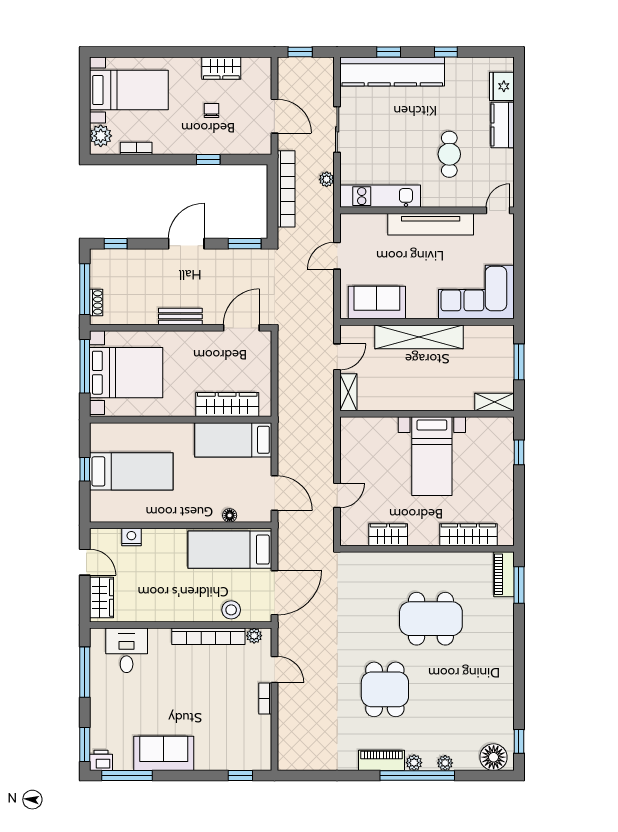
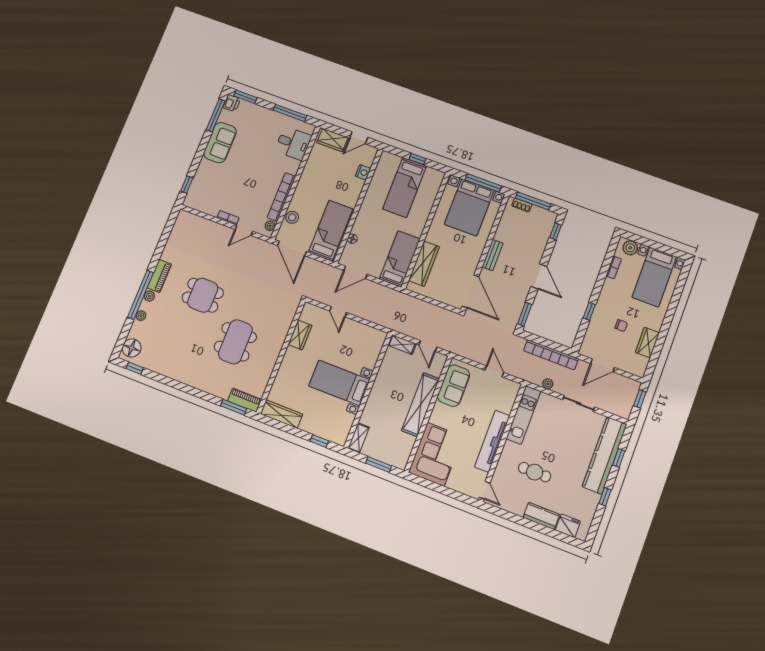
door: (241, 328) -> (470, 291), width x1.36
wardrobe: (468, 535) -> (281, 414), moved, turned -90

